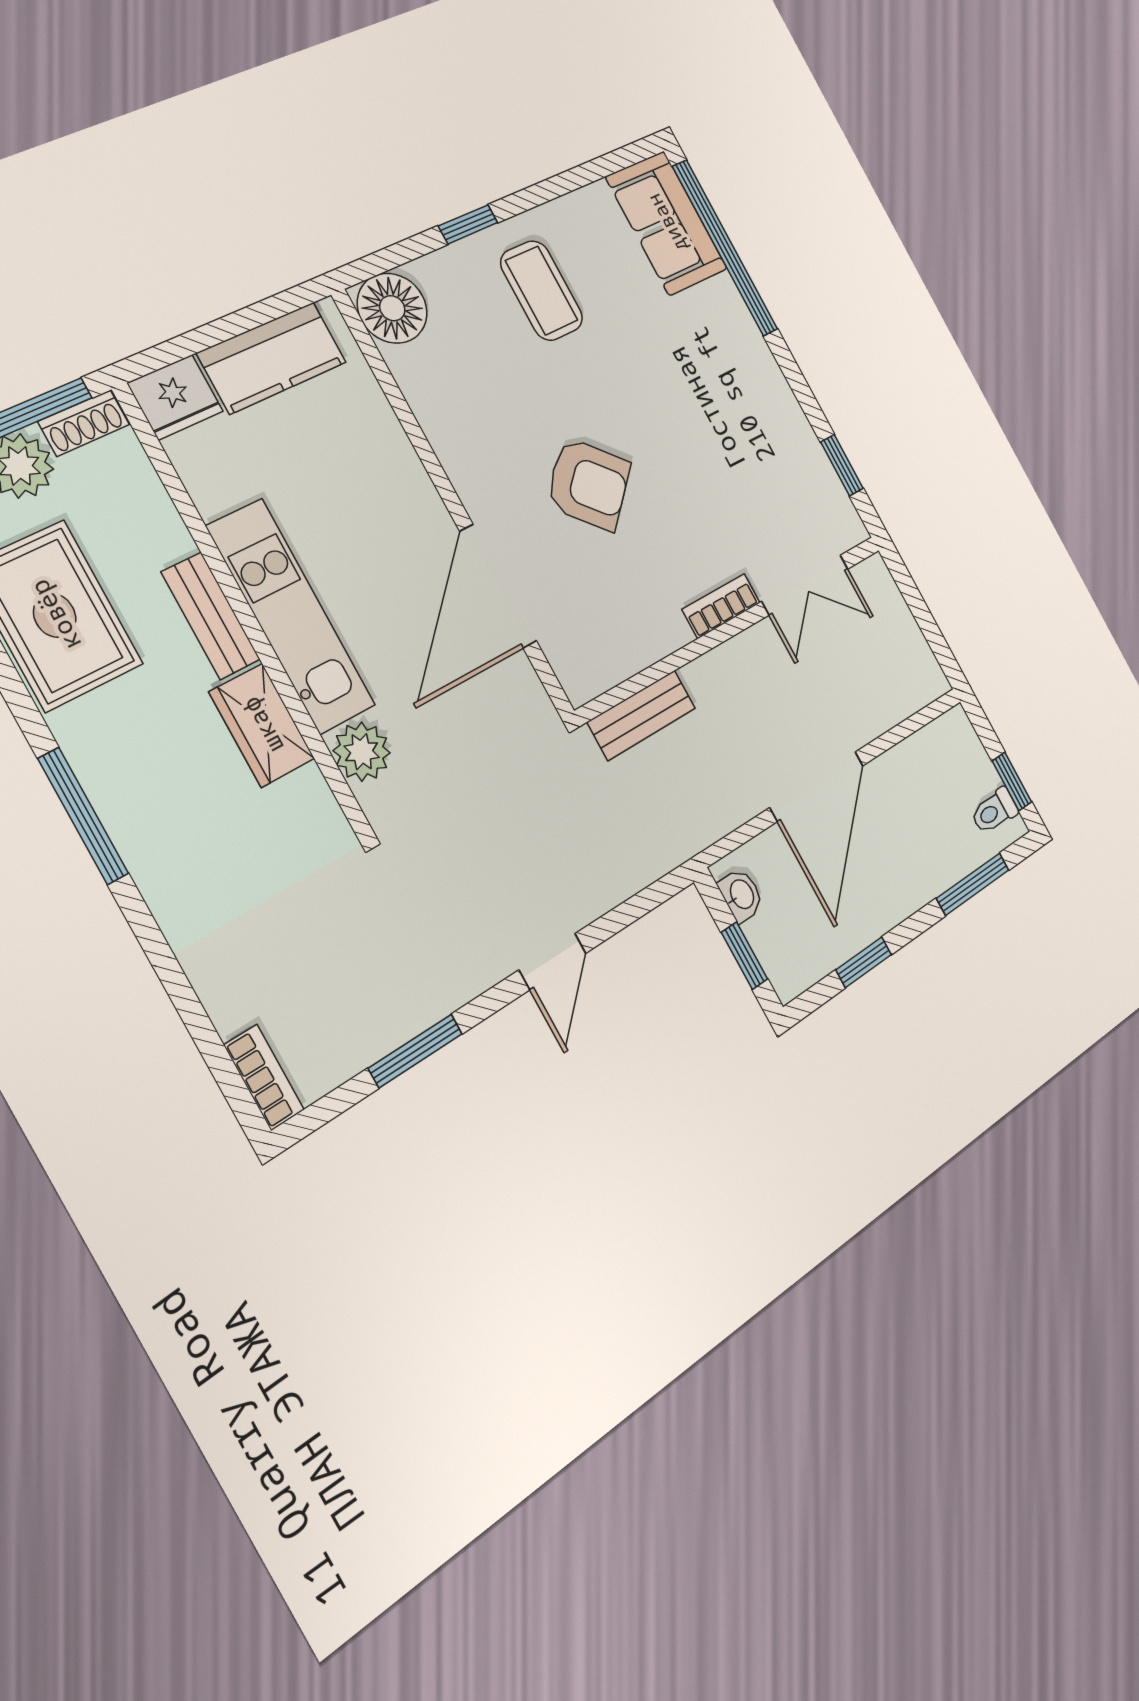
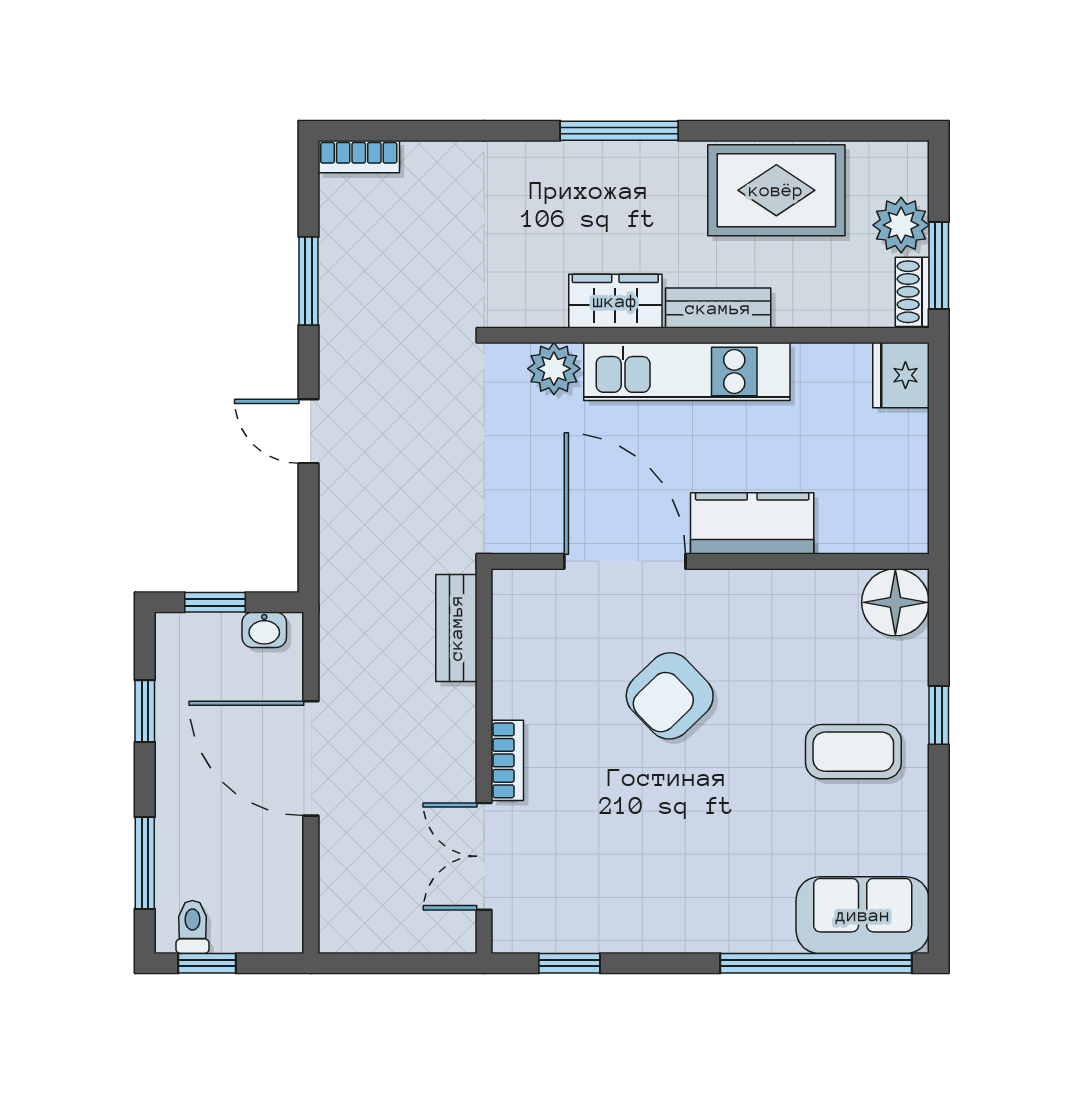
kitchen counter: (272, 358) -> (752, 523), moved, turned 90

